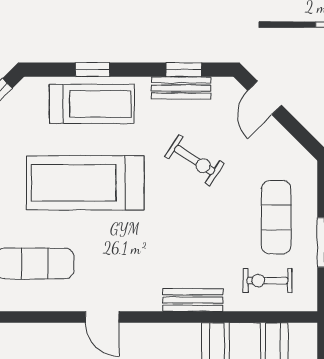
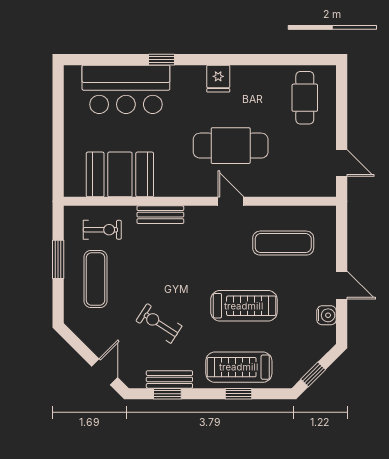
treadmill: (85, 183) -> (244, 306), width x0.73, depth x0.73

